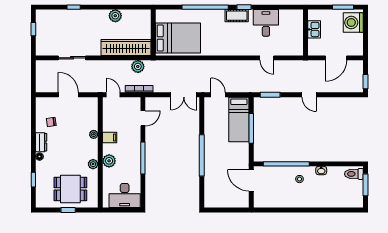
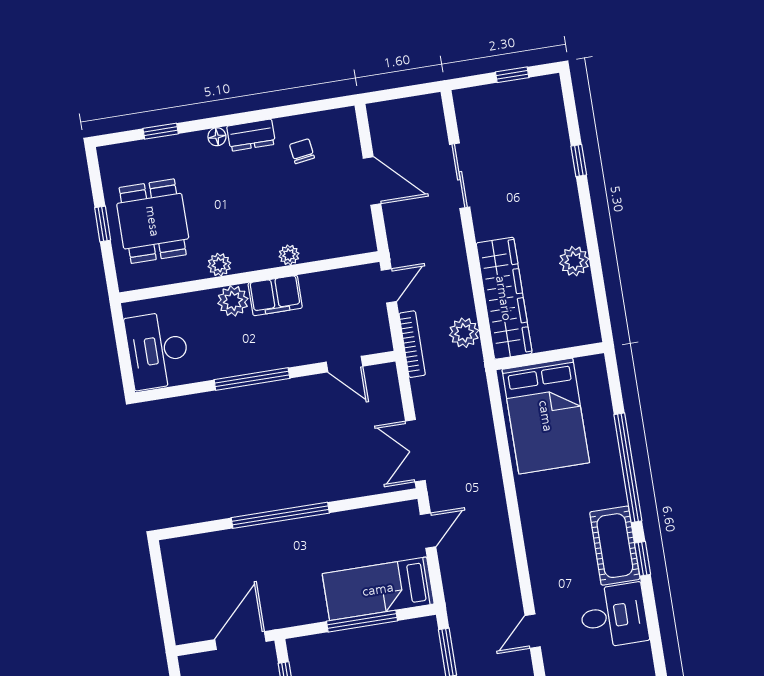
cot: (237, 16) -> (615, 546), width x1.37, depth x1.34
door: (68, 95) -> (372, 181), hinge flipped
filing cabinet: (110, 138) -> (275, 295), width x2.00

